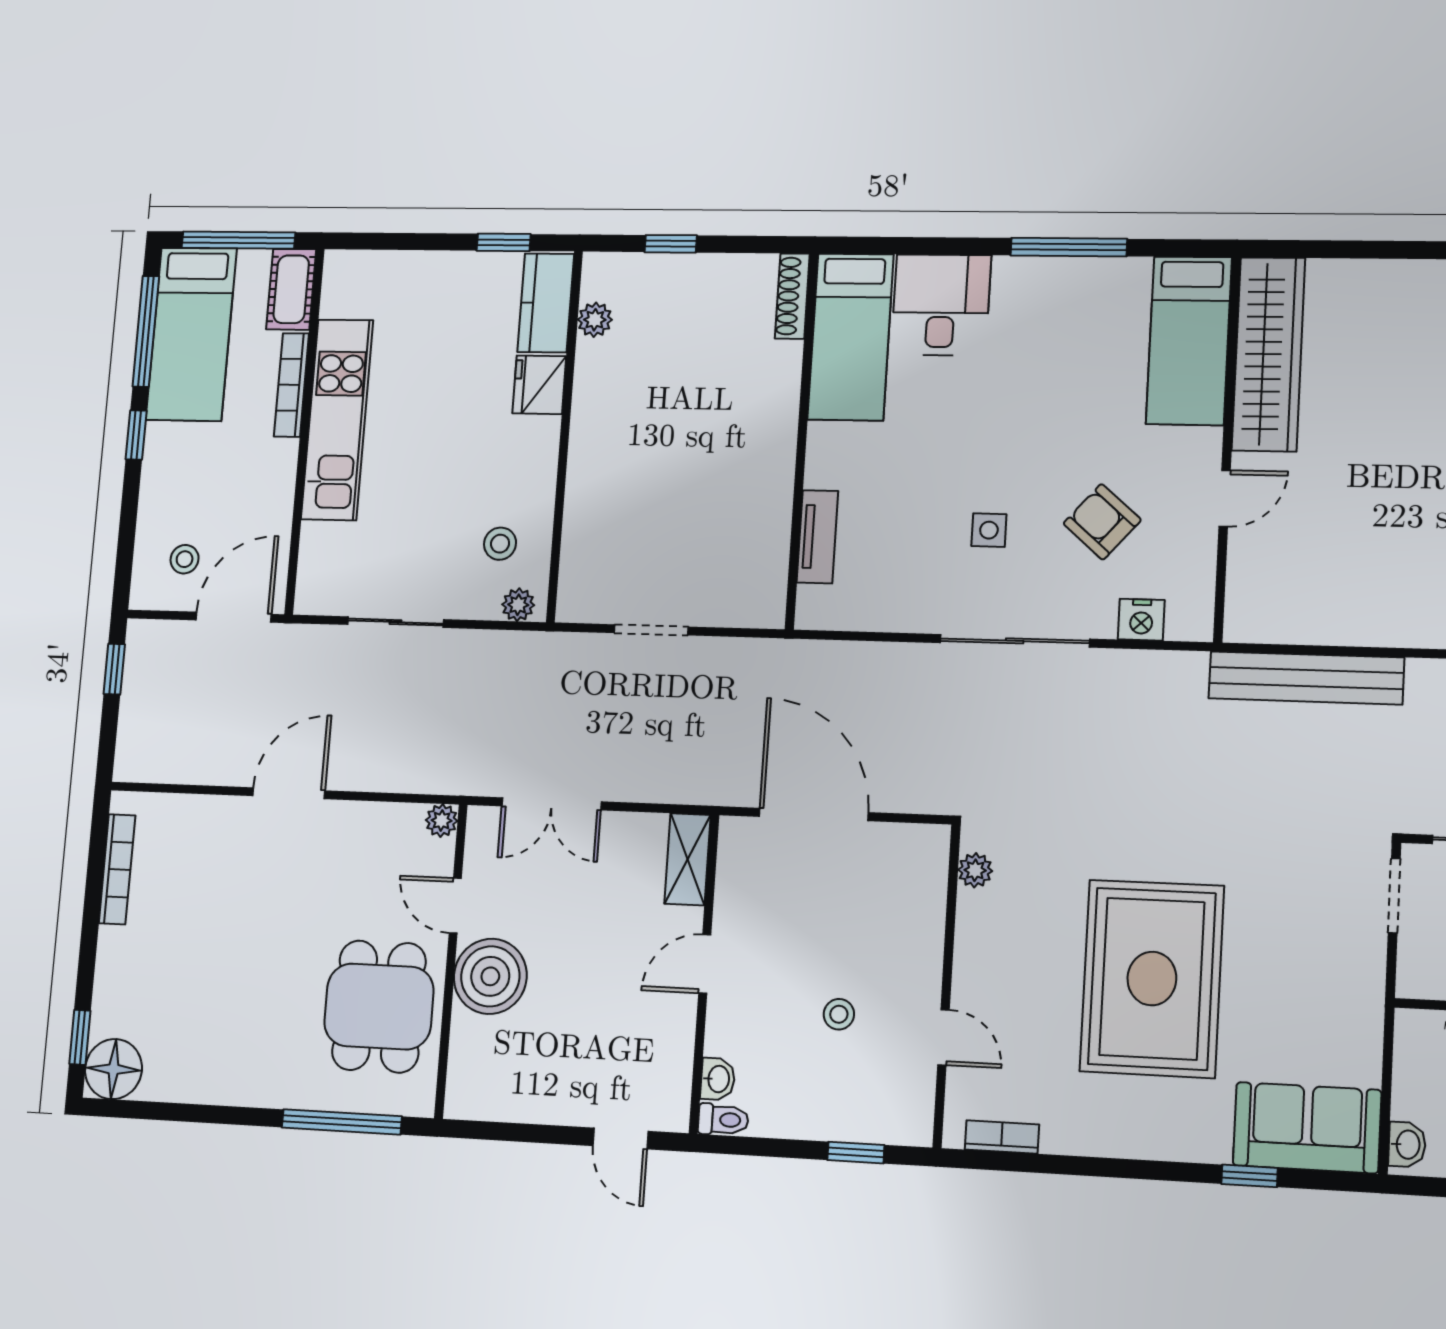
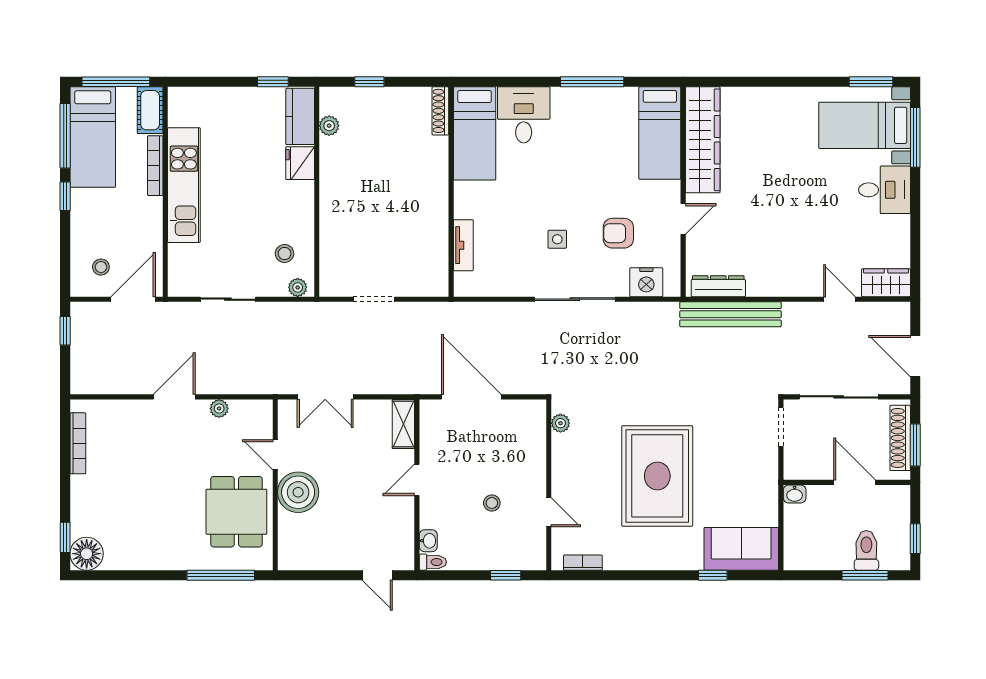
armchair: (1102, 522) -> (618, 233), turned -41
nightstand: (1141, 620) -> (646, 282), width x1.36, depth x1.33
dresser: (1285, 625) -> (718, 286), added
plant: (442, 820) -> (219, 408), moved
washbasin: (1407, 1145) -> (795, 494), moved, turned 90

